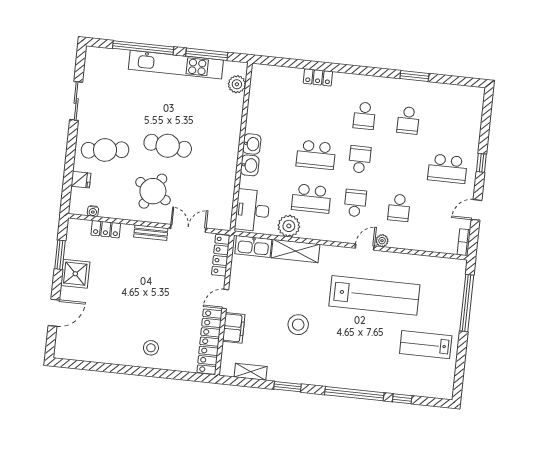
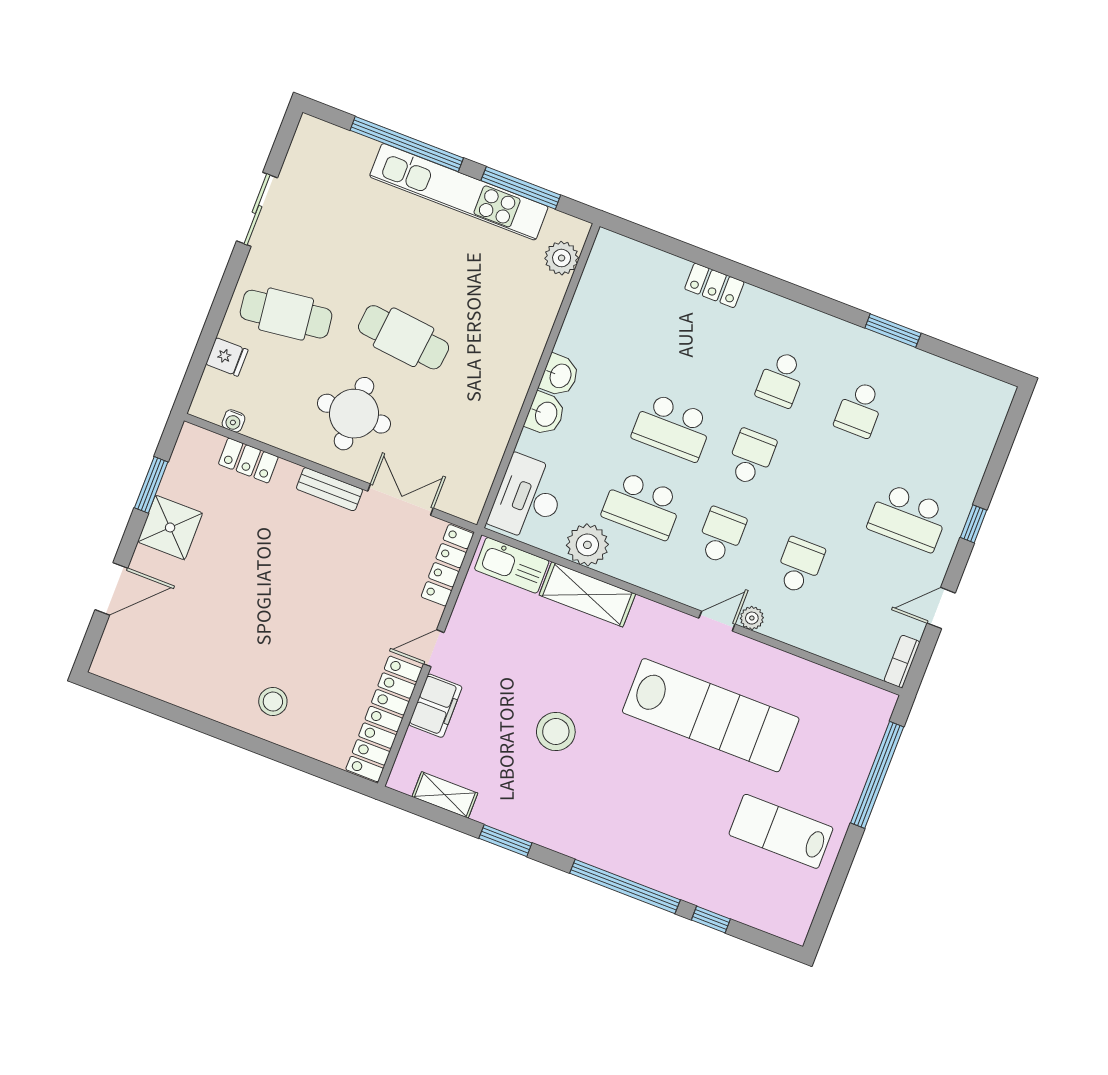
round table: (153, 191) -> (354, 414), turned -30
school desk: (399, 208) -> (800, 566), turned 180

